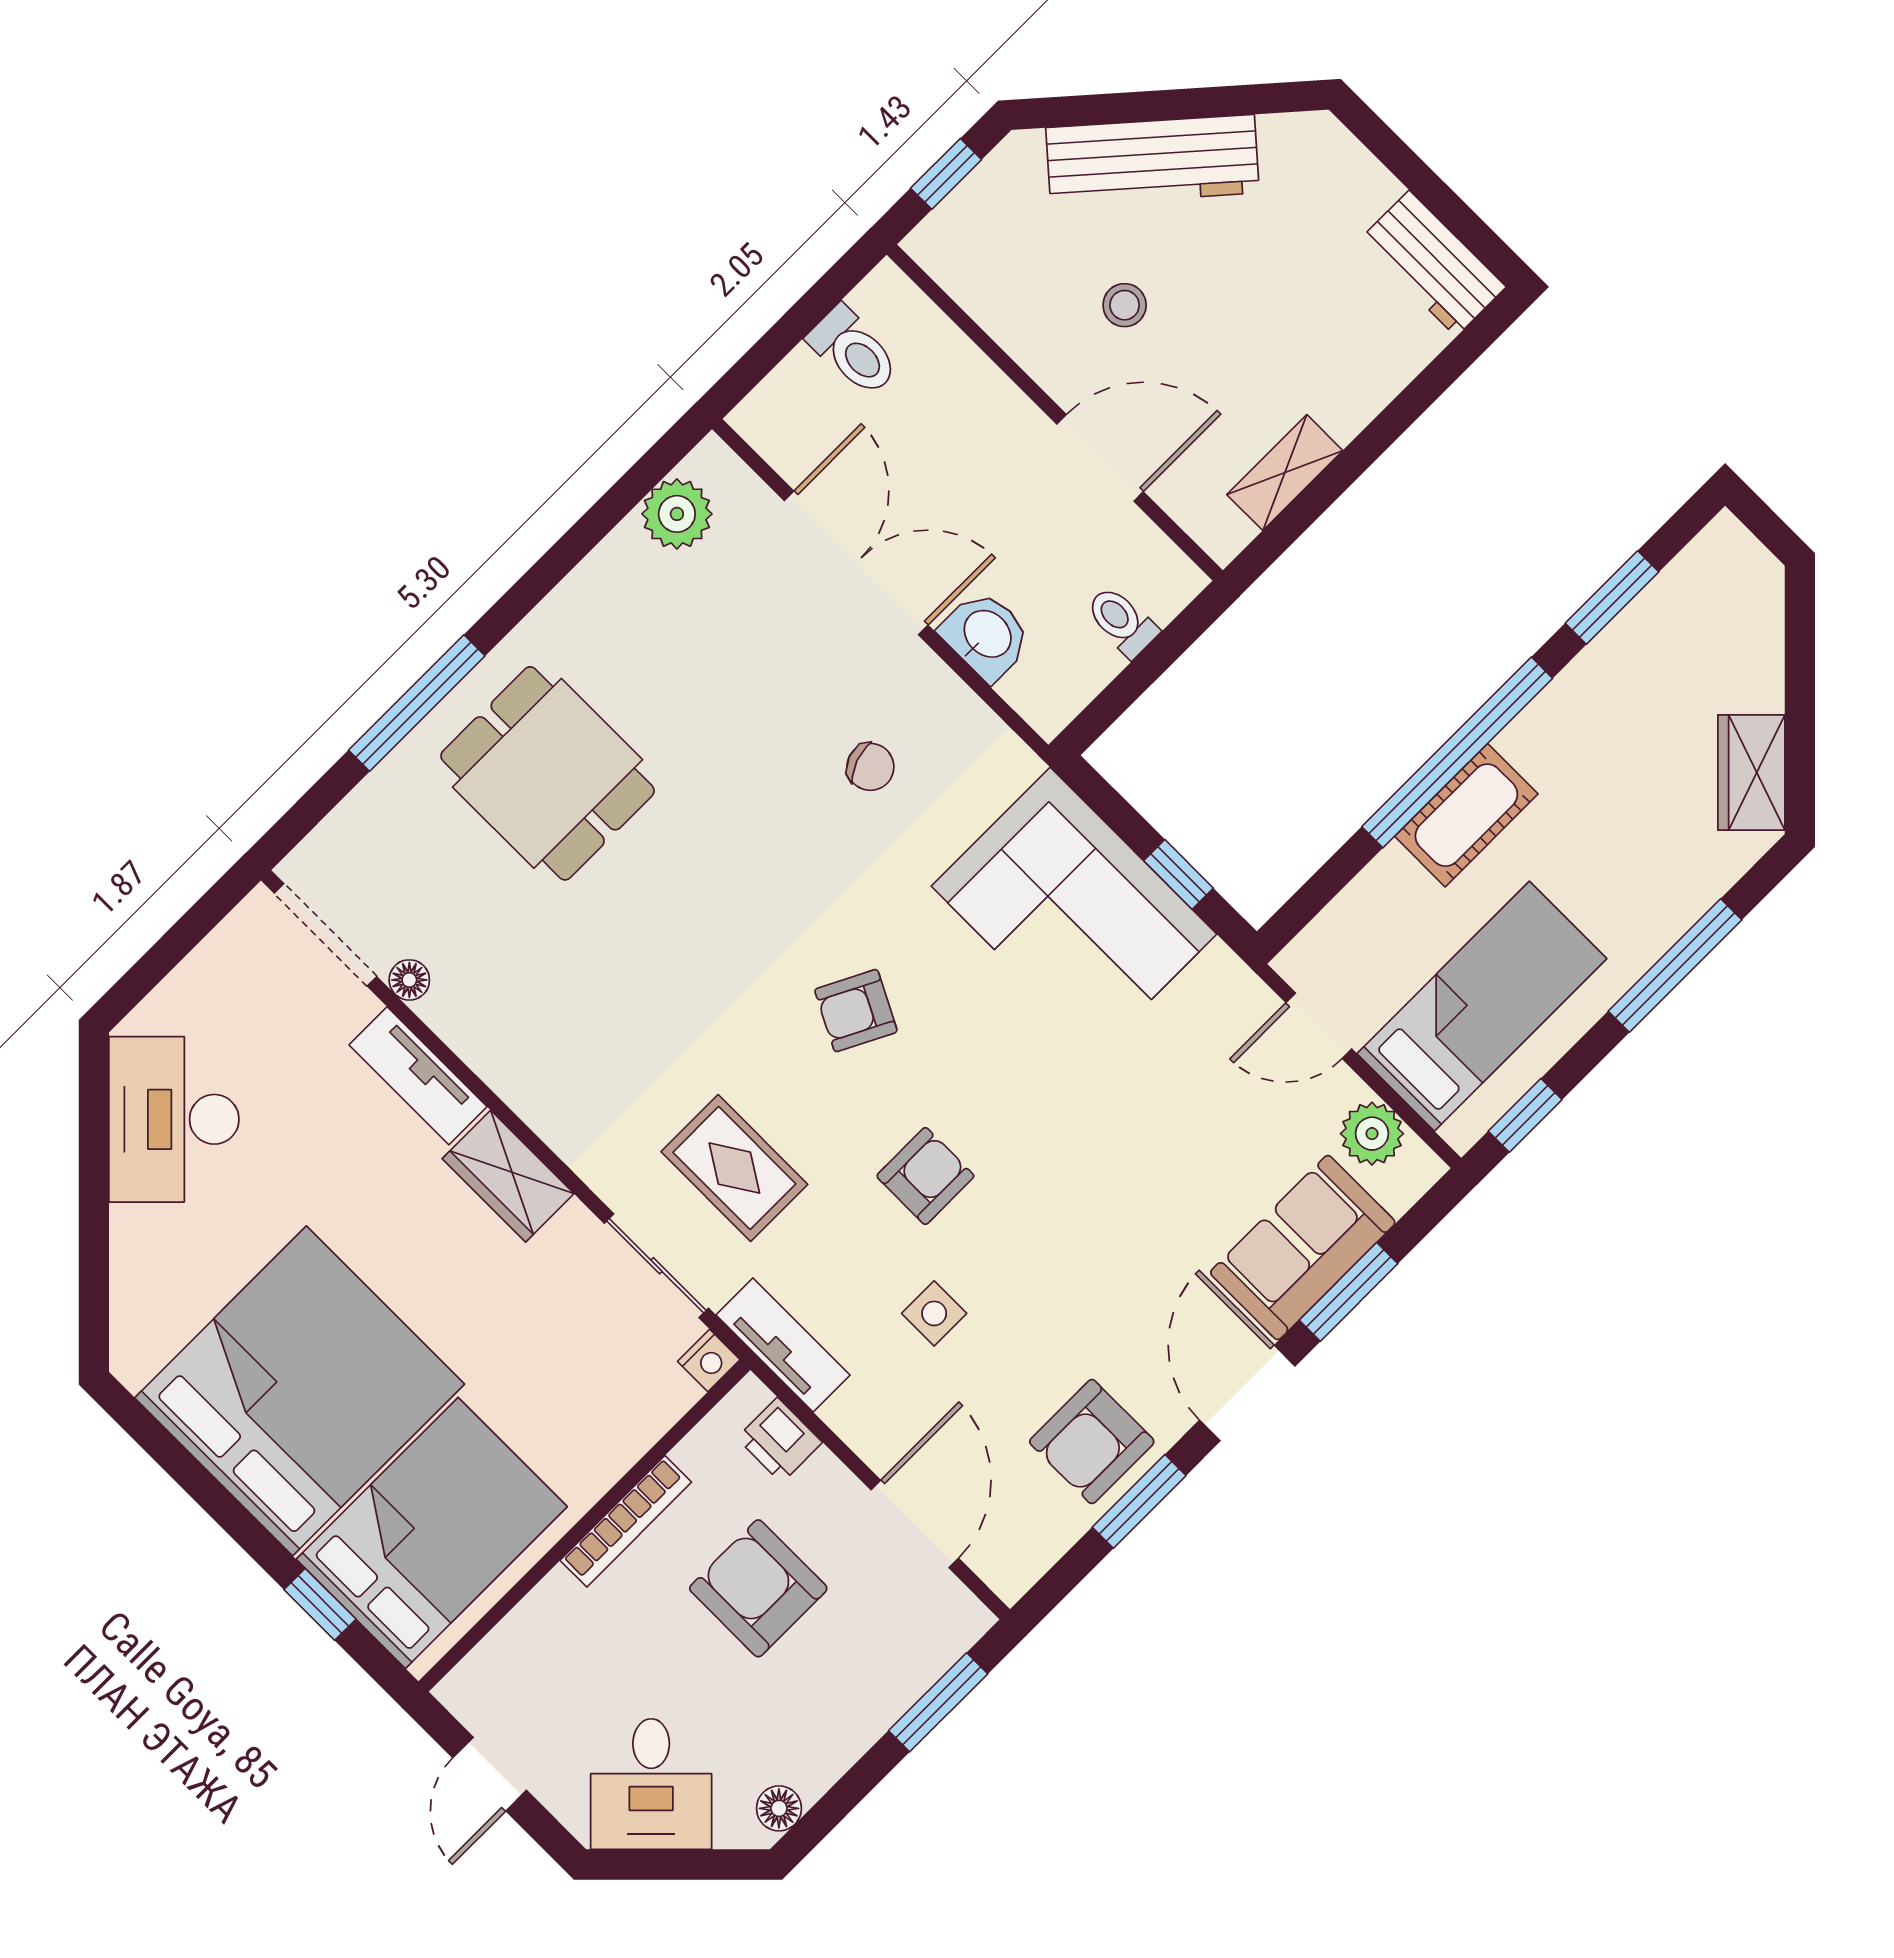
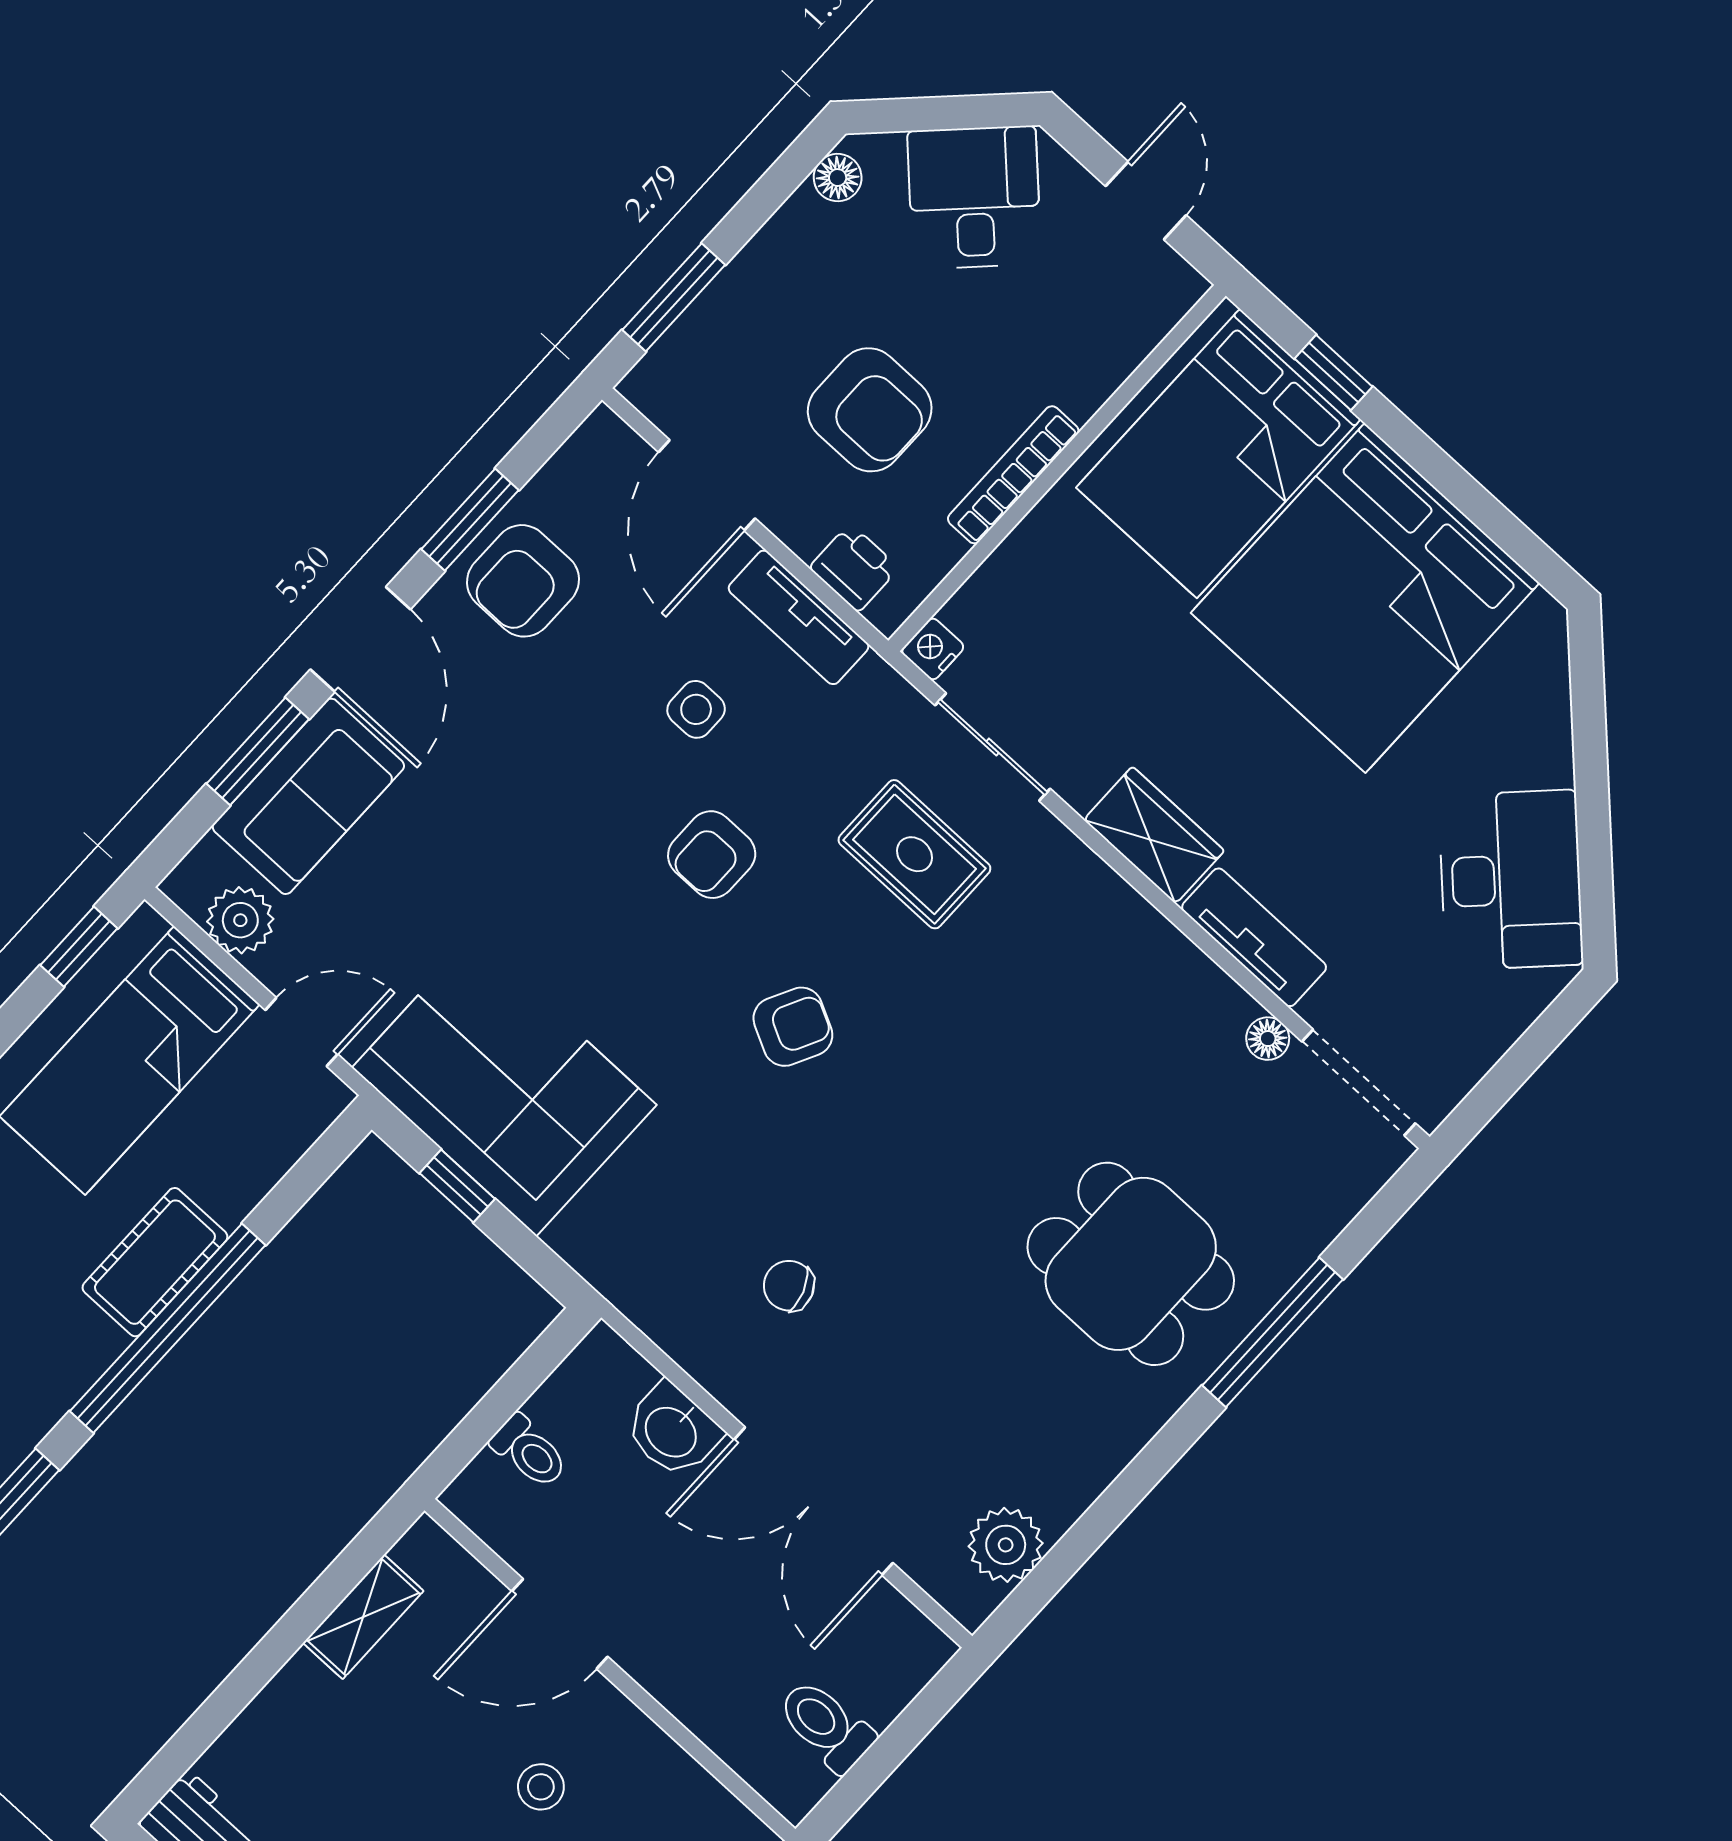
corner sofa: (1074, 910) -> (504, 1086), moved
tv unit: (783, 1345) -> (799, 617), moved
armchair: (1092, 1442) -> (523, 581), turned 180

